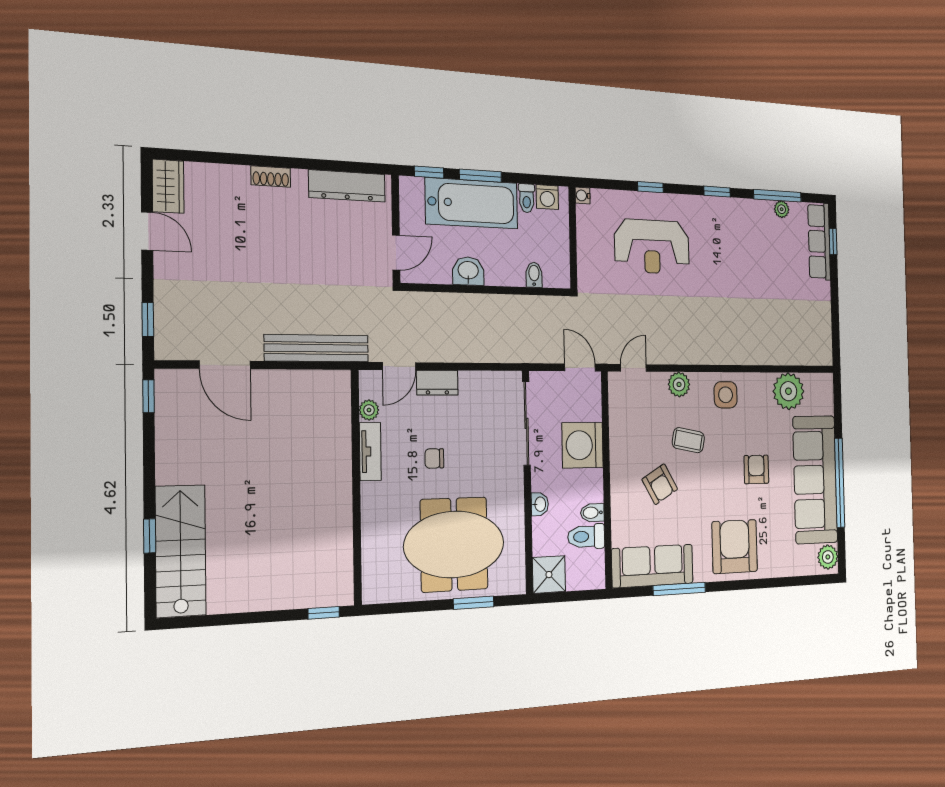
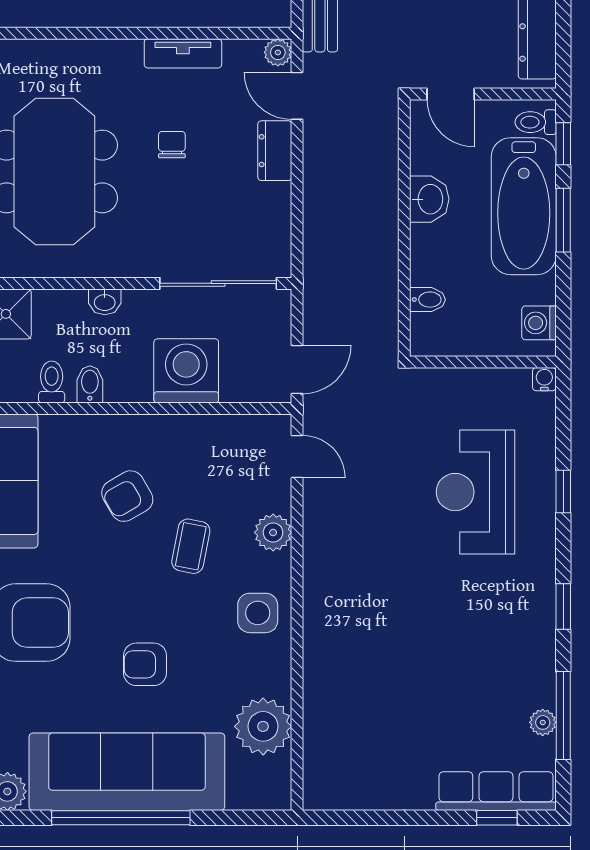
toilet: (527, 198) -> (536, 122), moved
plant: (369, 410) -> (278, 52), moved
armchair: (756, 469) -> (145, 664), turned 180
toilet: (586, 537) -> (52, 382), width x0.73, depth x0.72

